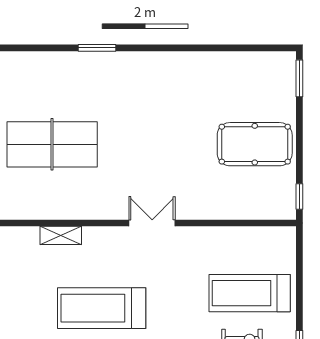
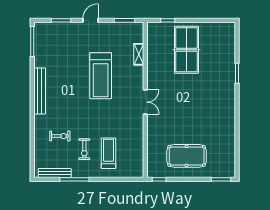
pool table: (255, 144) -> (187, 156), turned 90
treadmill: (250, 293) -> (108, 153), width x0.73, depth x0.73
treadmill: (102, 308) -> (101, 76), turned 180

